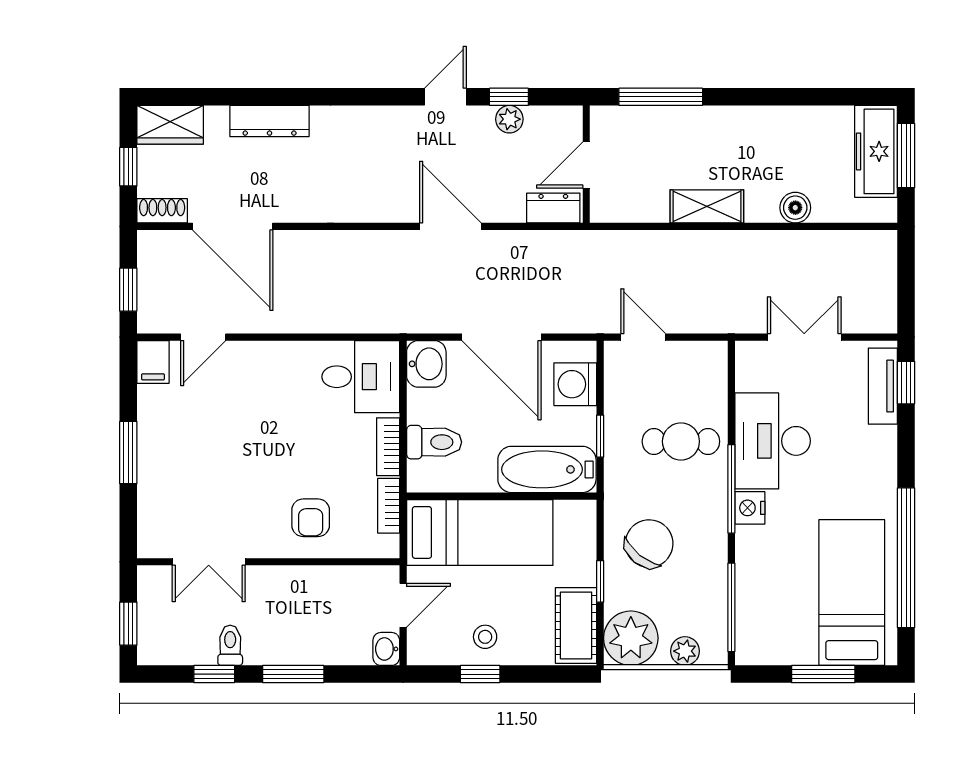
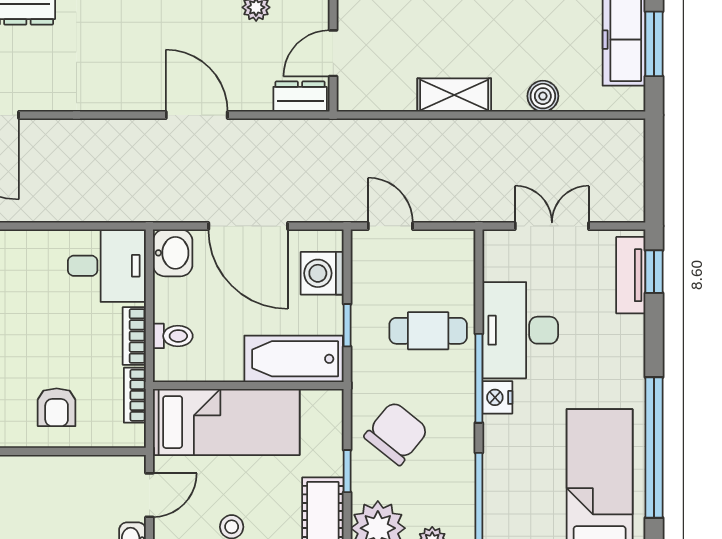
toilet: (434, 442) -> (173, 336), width x0.73, depth x0.72

